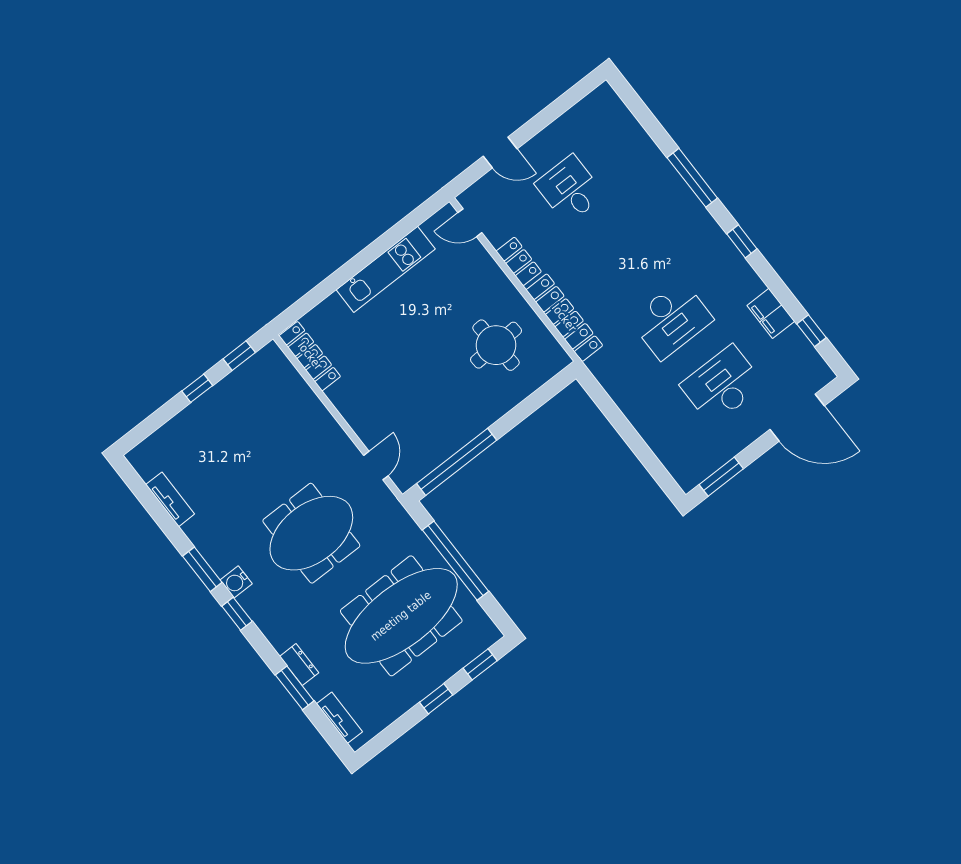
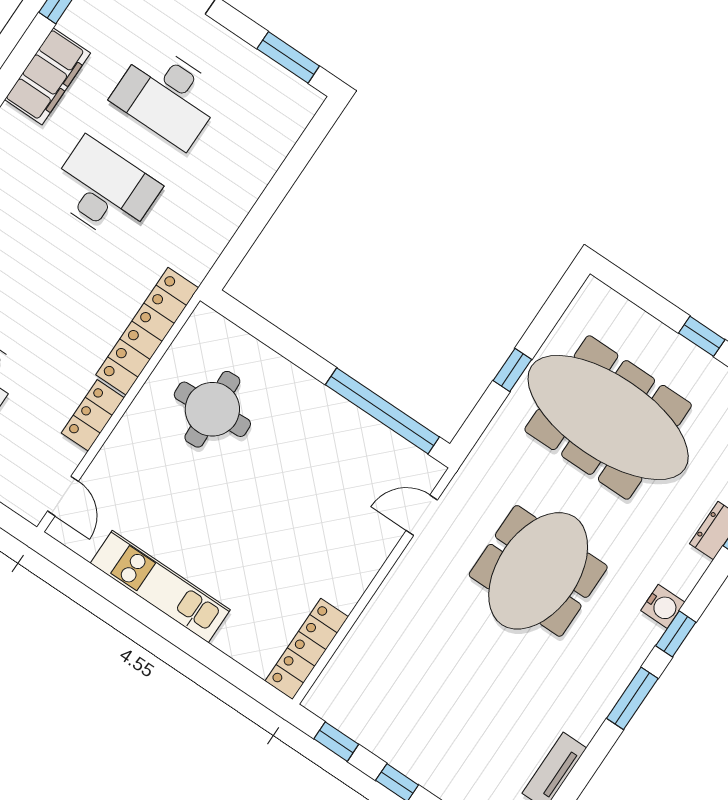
filing cabinet: (771, 313) -> (48, 76), width x1.50, depth x1.17
meeting table: (311, 533) -> (538, 571), turned 90
window: (455, 561) -> (512, 370), width x0.32
water cooler: (236, 582) -> (663, 606), moved
window: (480, 664) -> (638, 293), removed

